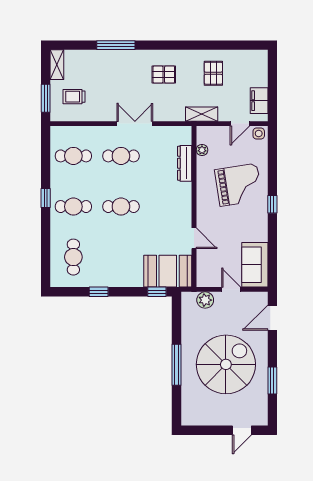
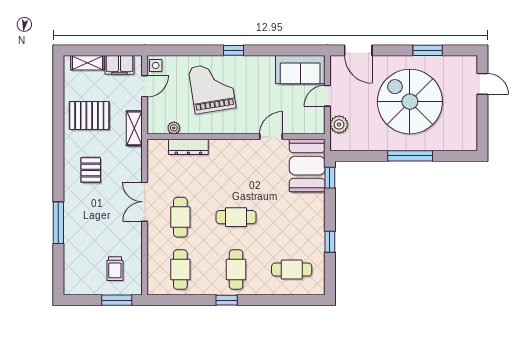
shelving: (57, 65) -> (87, 63), moved
pallet: (213, 73) -> (89, 115), width x1.50, depth x1.42
door: (240, 124) -> (145, 86), hinge flipped
cafe table: (121, 207) -> (236, 217), turned 90

